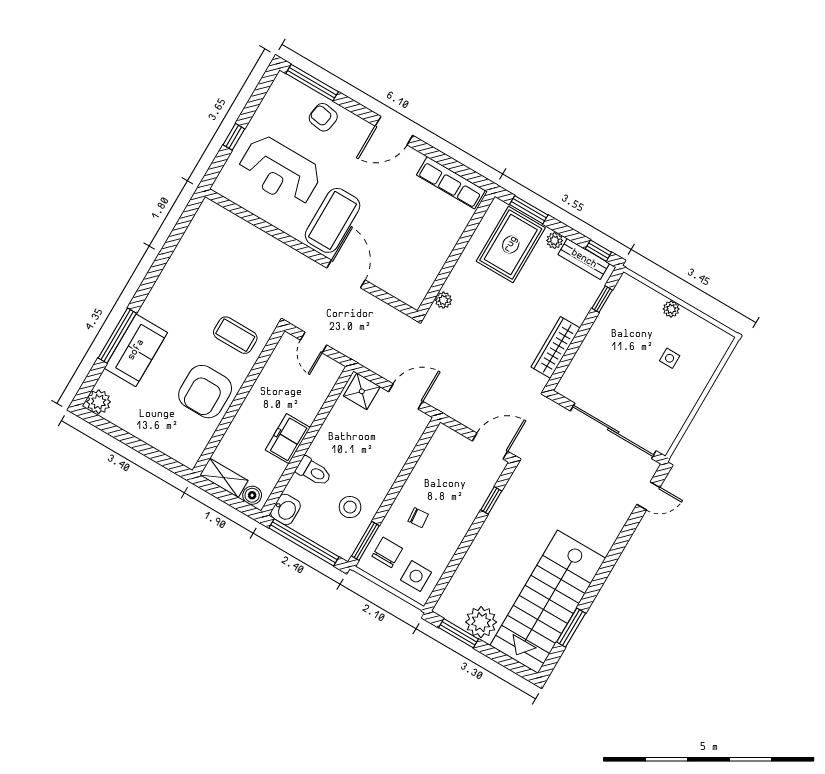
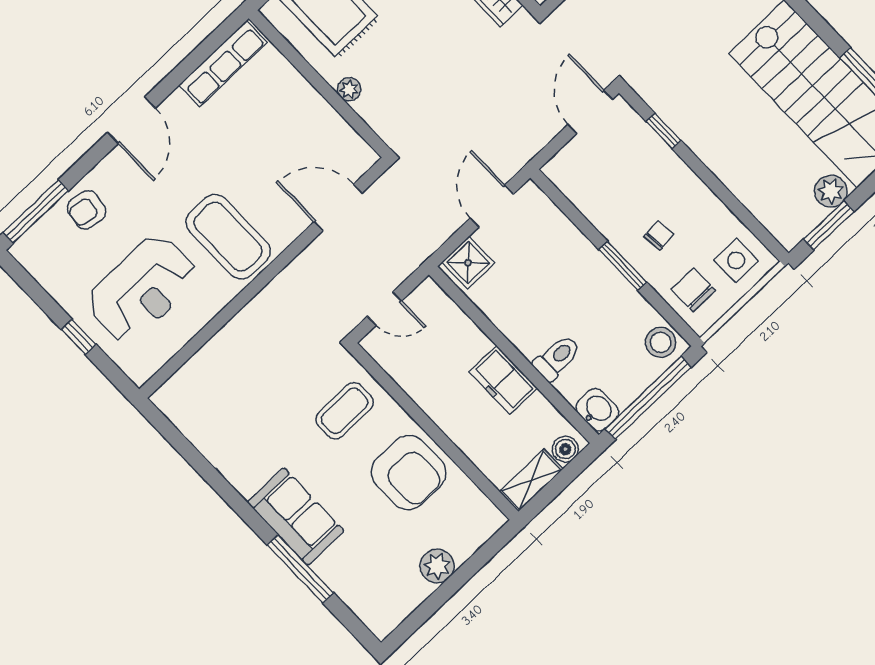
door: (346, 274) -> (338, 207), moved
plant: (443, 300) -> (349, 89), moved
sofa: (136, 350) -> (296, 517), moved
plant: (99, 402) -> (437, 566), moved
stool: (350, 507) -> (661, 342), moved
window: (365, 541) -> (623, 266), moved
plant: (481, 622) -> (831, 191), width x0.73, depth x0.73

